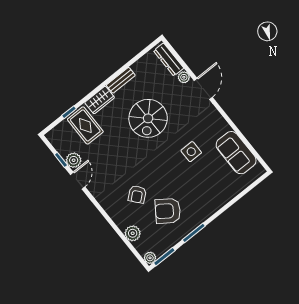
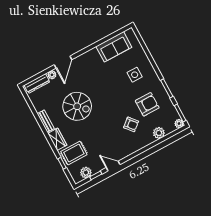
door: (203, 89) -> (63, 62), swing flipped
side table: (191, 152) -> (135, 75), moved
plant: (74, 160) -> (86, 173), moved
armchair: (168, 211) -> (147, 104), turned -125

